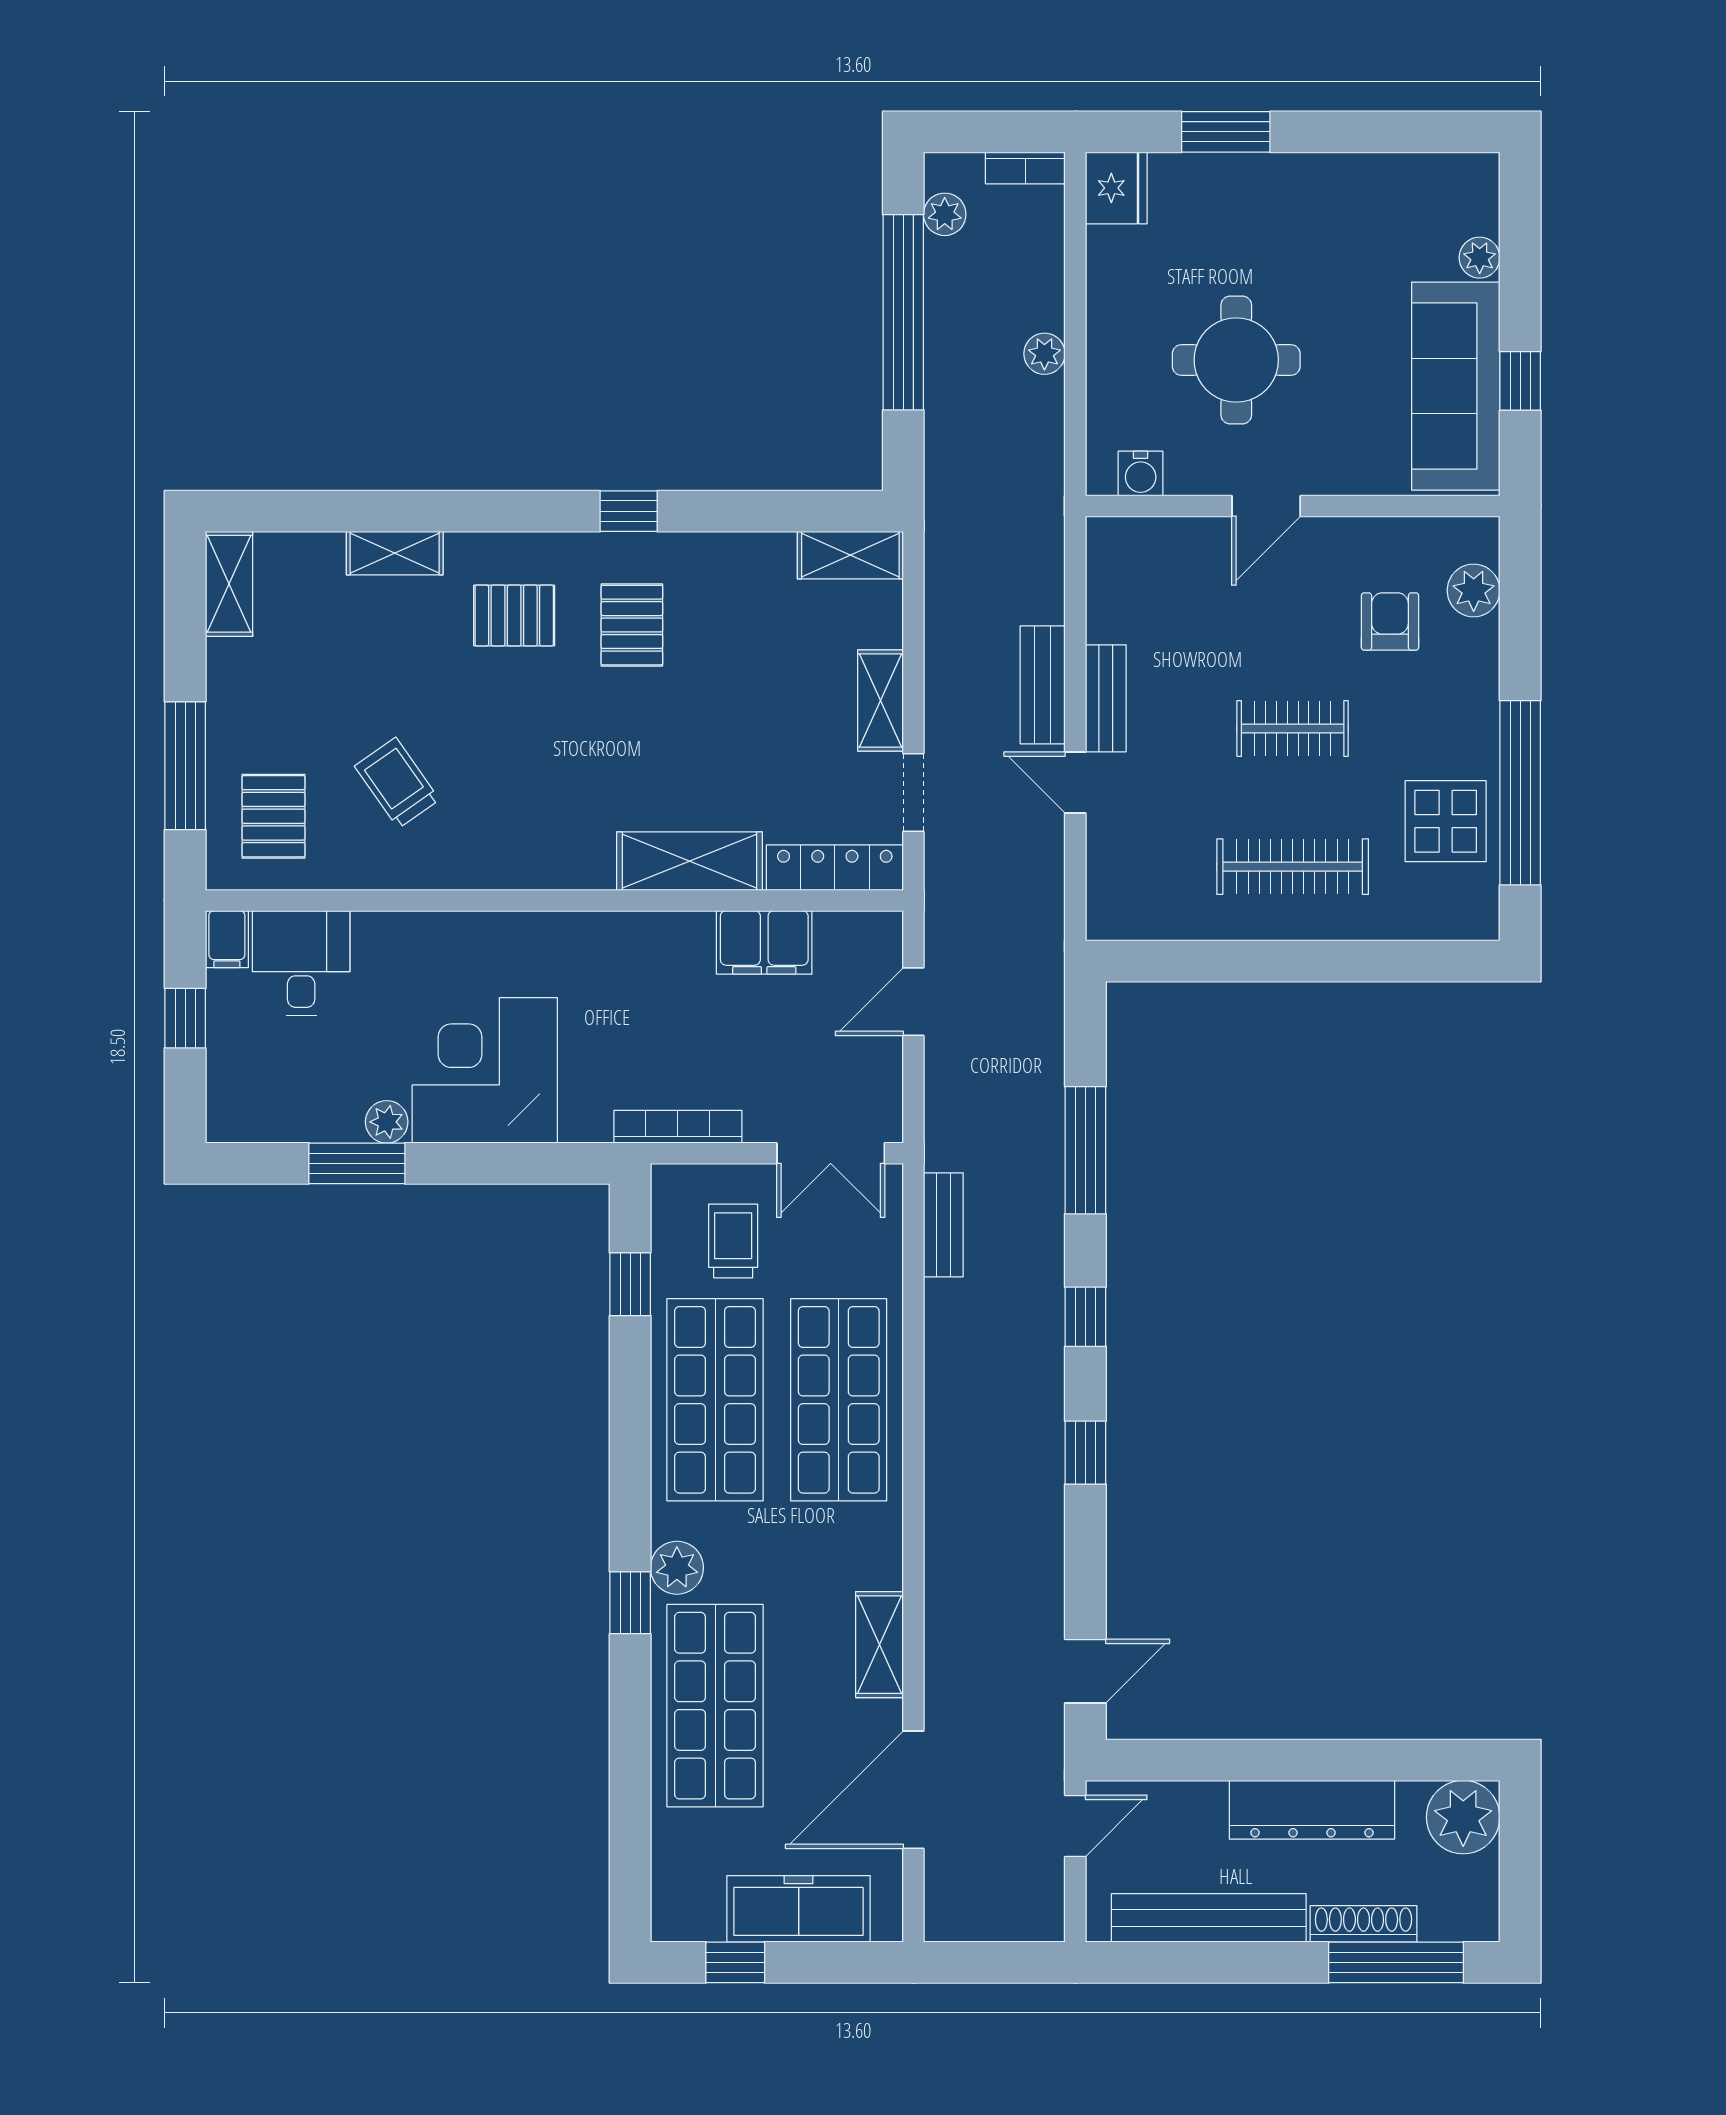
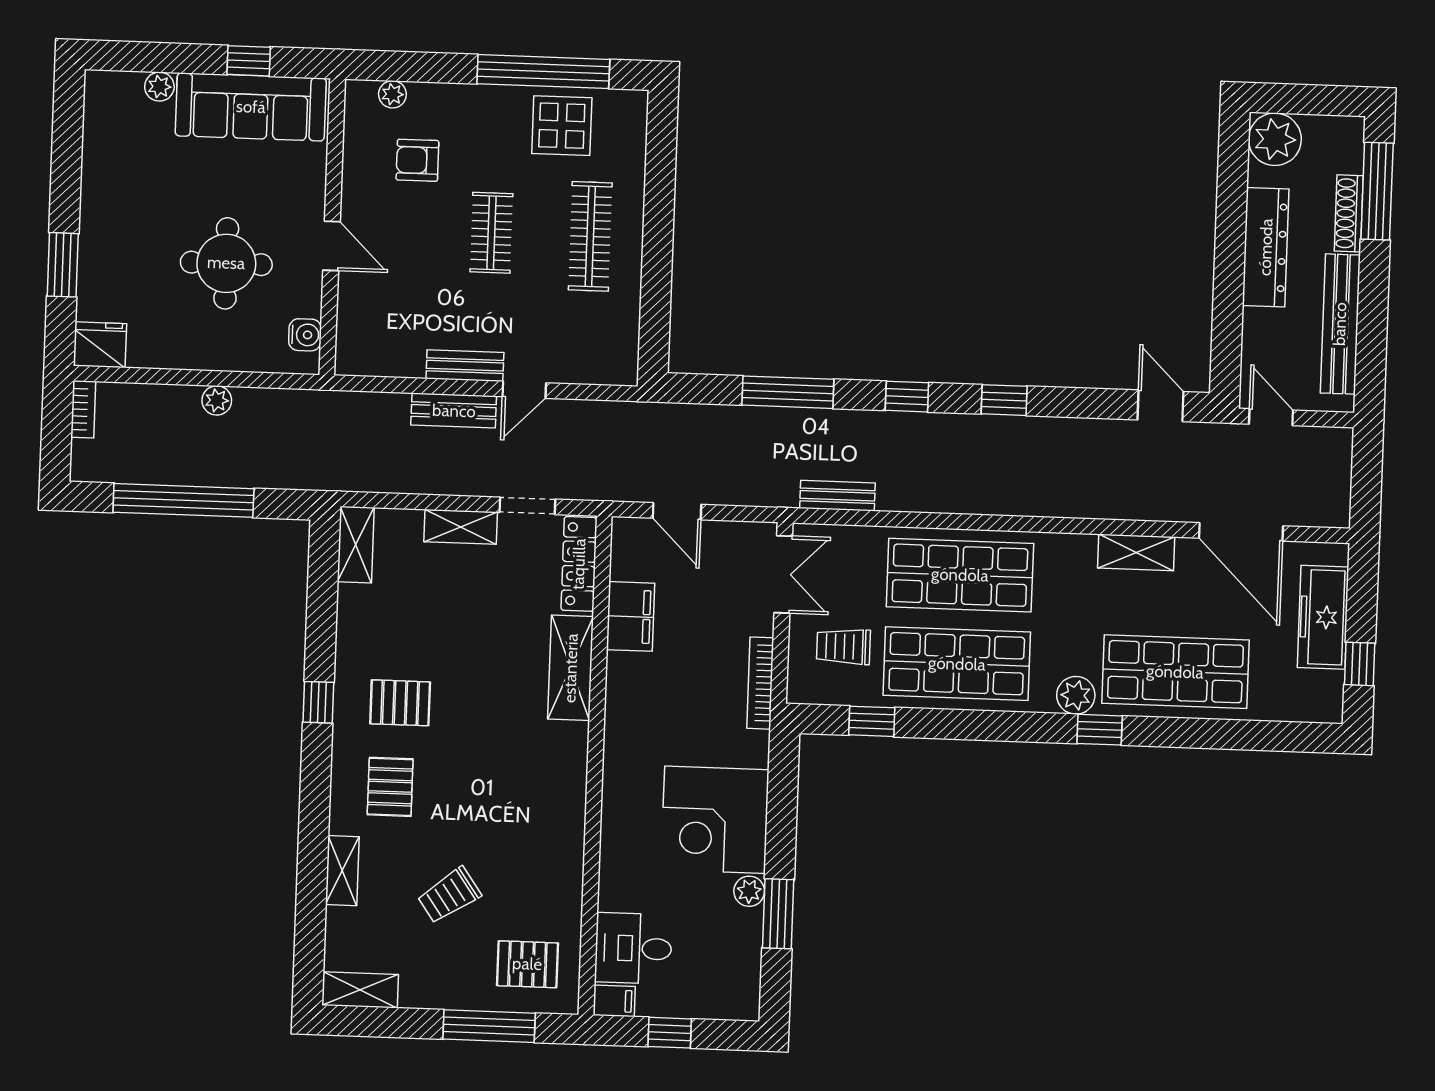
plant: (945, 214) -> (114, 468), removed
plant: (1474, 590) -> (392, 94), width x0.73, depth x0.73
trolley: (397, 783) -> (449, 895), moved

